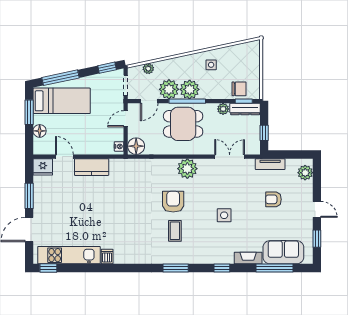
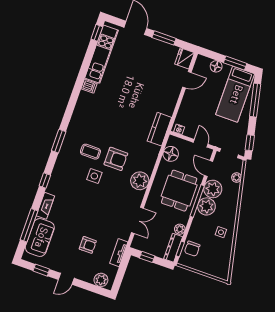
floor lamp: (136, 146) -> (171, 154), moved
kitchen counter: (92, 167) -> (159, 129), moved
armchair: (273, 199) -> (88, 245), turned 90
side table: (224, 215) -> (94, 176), moved

